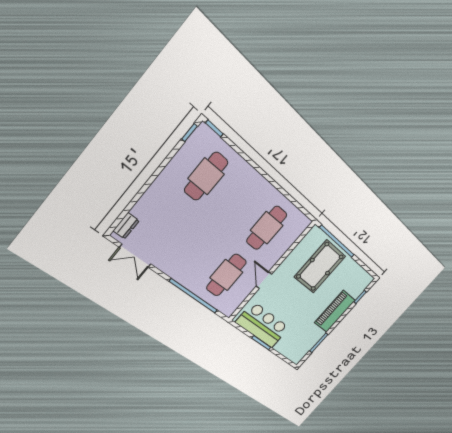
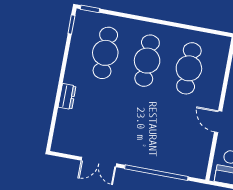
dresser: (126, 226) -> (67, 97), moved
double door: (135, 256) -> (99, 162), moved
cafe table: (226, 275) -> (147, 61), moved

